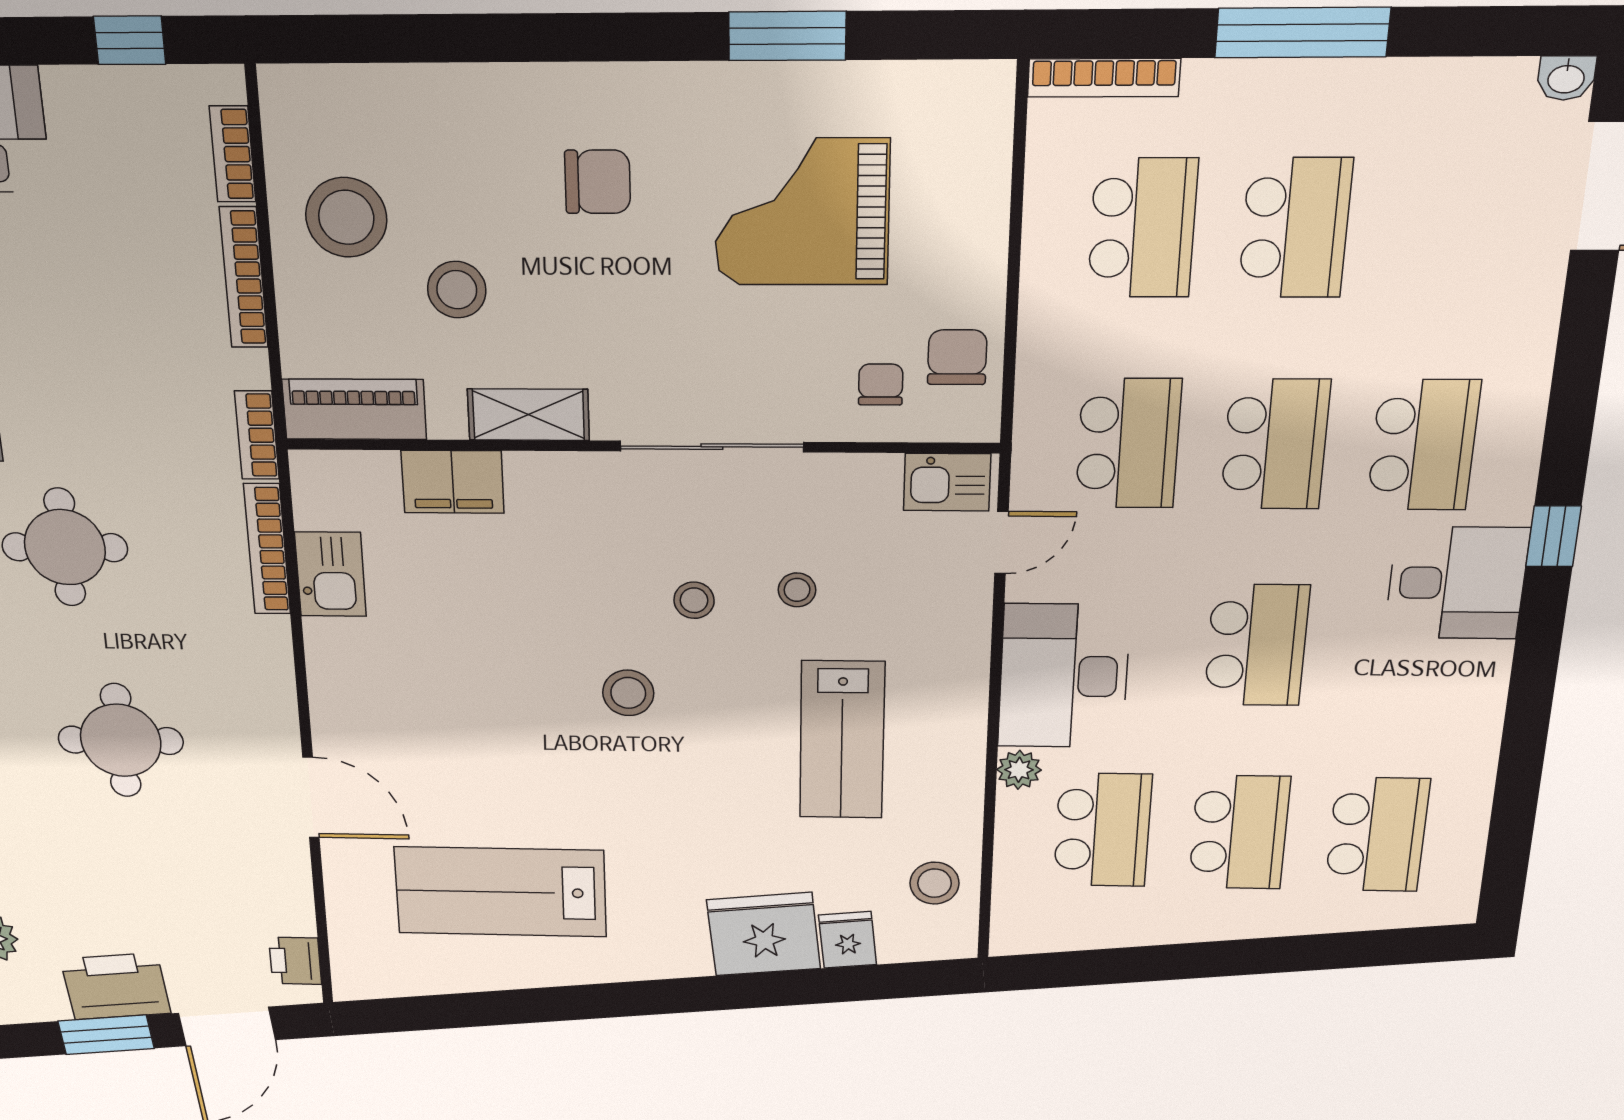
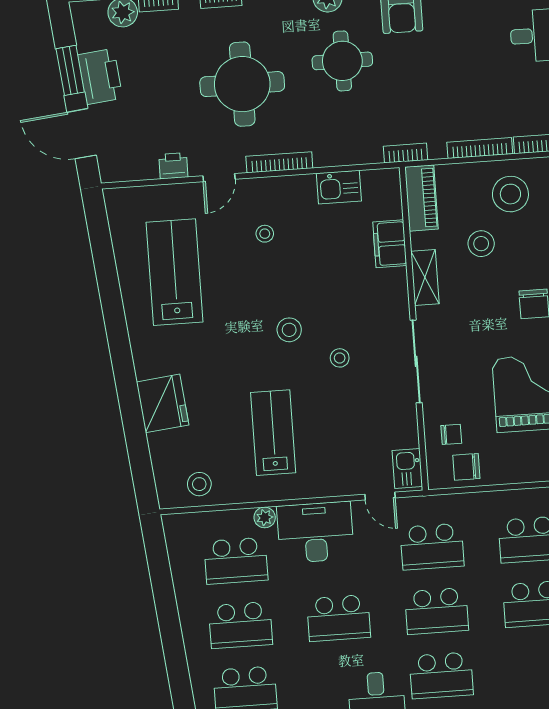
chair: (957, 357) -> (466, 467), turned 180
bookcase: (267, 549) -> (279, 162), moved
stool: (797, 590) -> (265, 234), moved
round table: (121, 740) -> (242, 84), width x1.36, depth x1.36
lab bench: (842, 740) -> (273, 433), turned 90
door: (311, 797) -> (219, 178), width x0.73
fridge: (848, 940) -> (163, 445), removed
printer: (295, 961) -> (173, 166), moved

